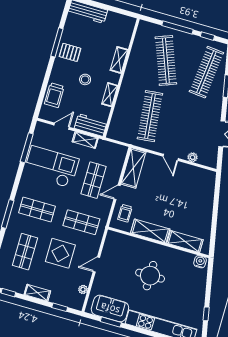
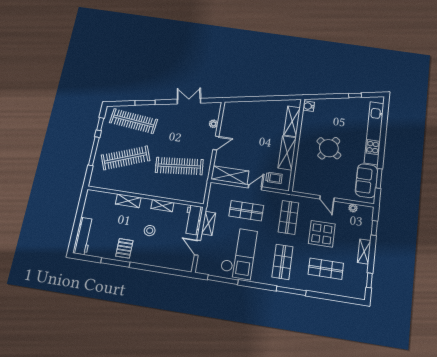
trolley: (54, 95) -> (168, 259), removed
checkout: (51, 167) -> (239, 253), turned 180
door: (117, 192) -> (255, 187), swing flipped
round table: (150, 276) -> (329, 148), turned 35

